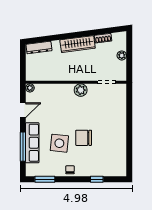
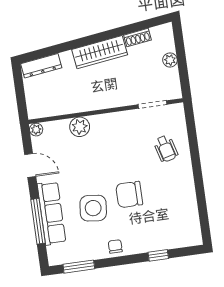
plant: (81, 90) -> (80, 127), moved
door: (23, 110) -> (30, 165), hinge flipped
wheelchair: (111, 112) -> (166, 149), added

